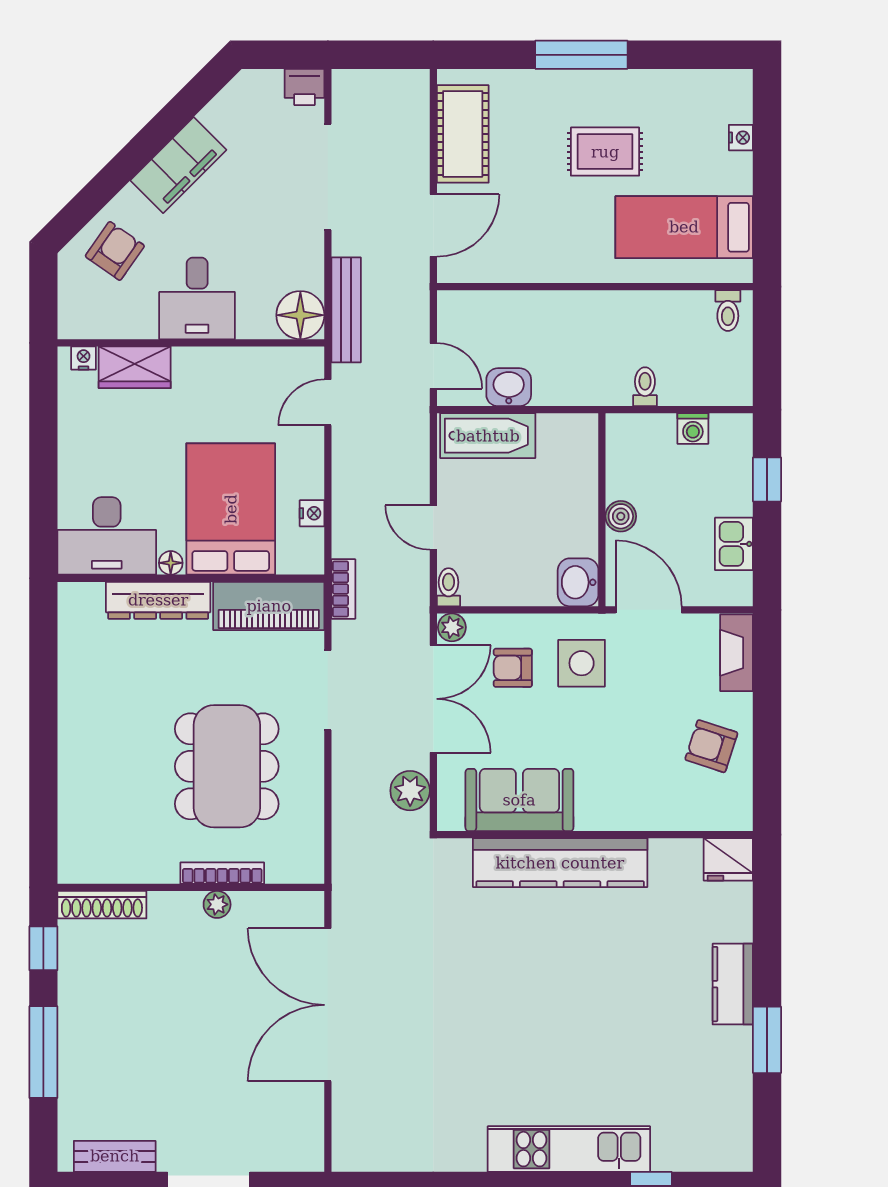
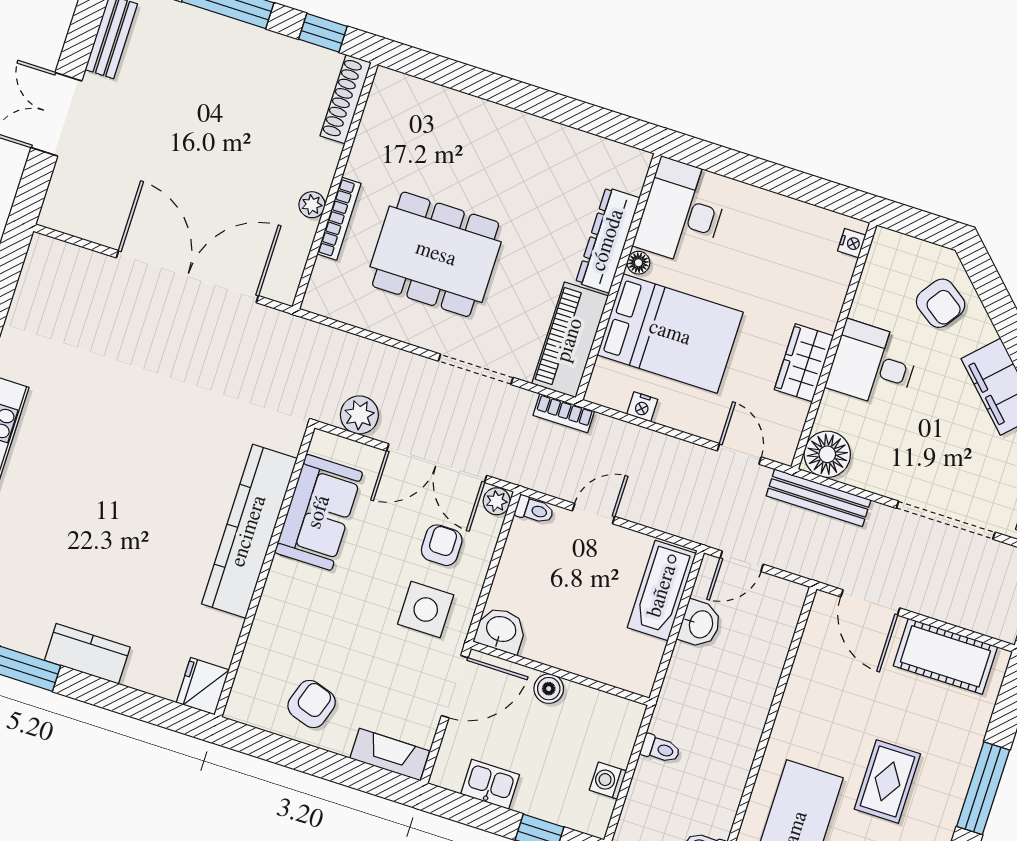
wardrobe: (135, 367) -> (804, 363), moved

